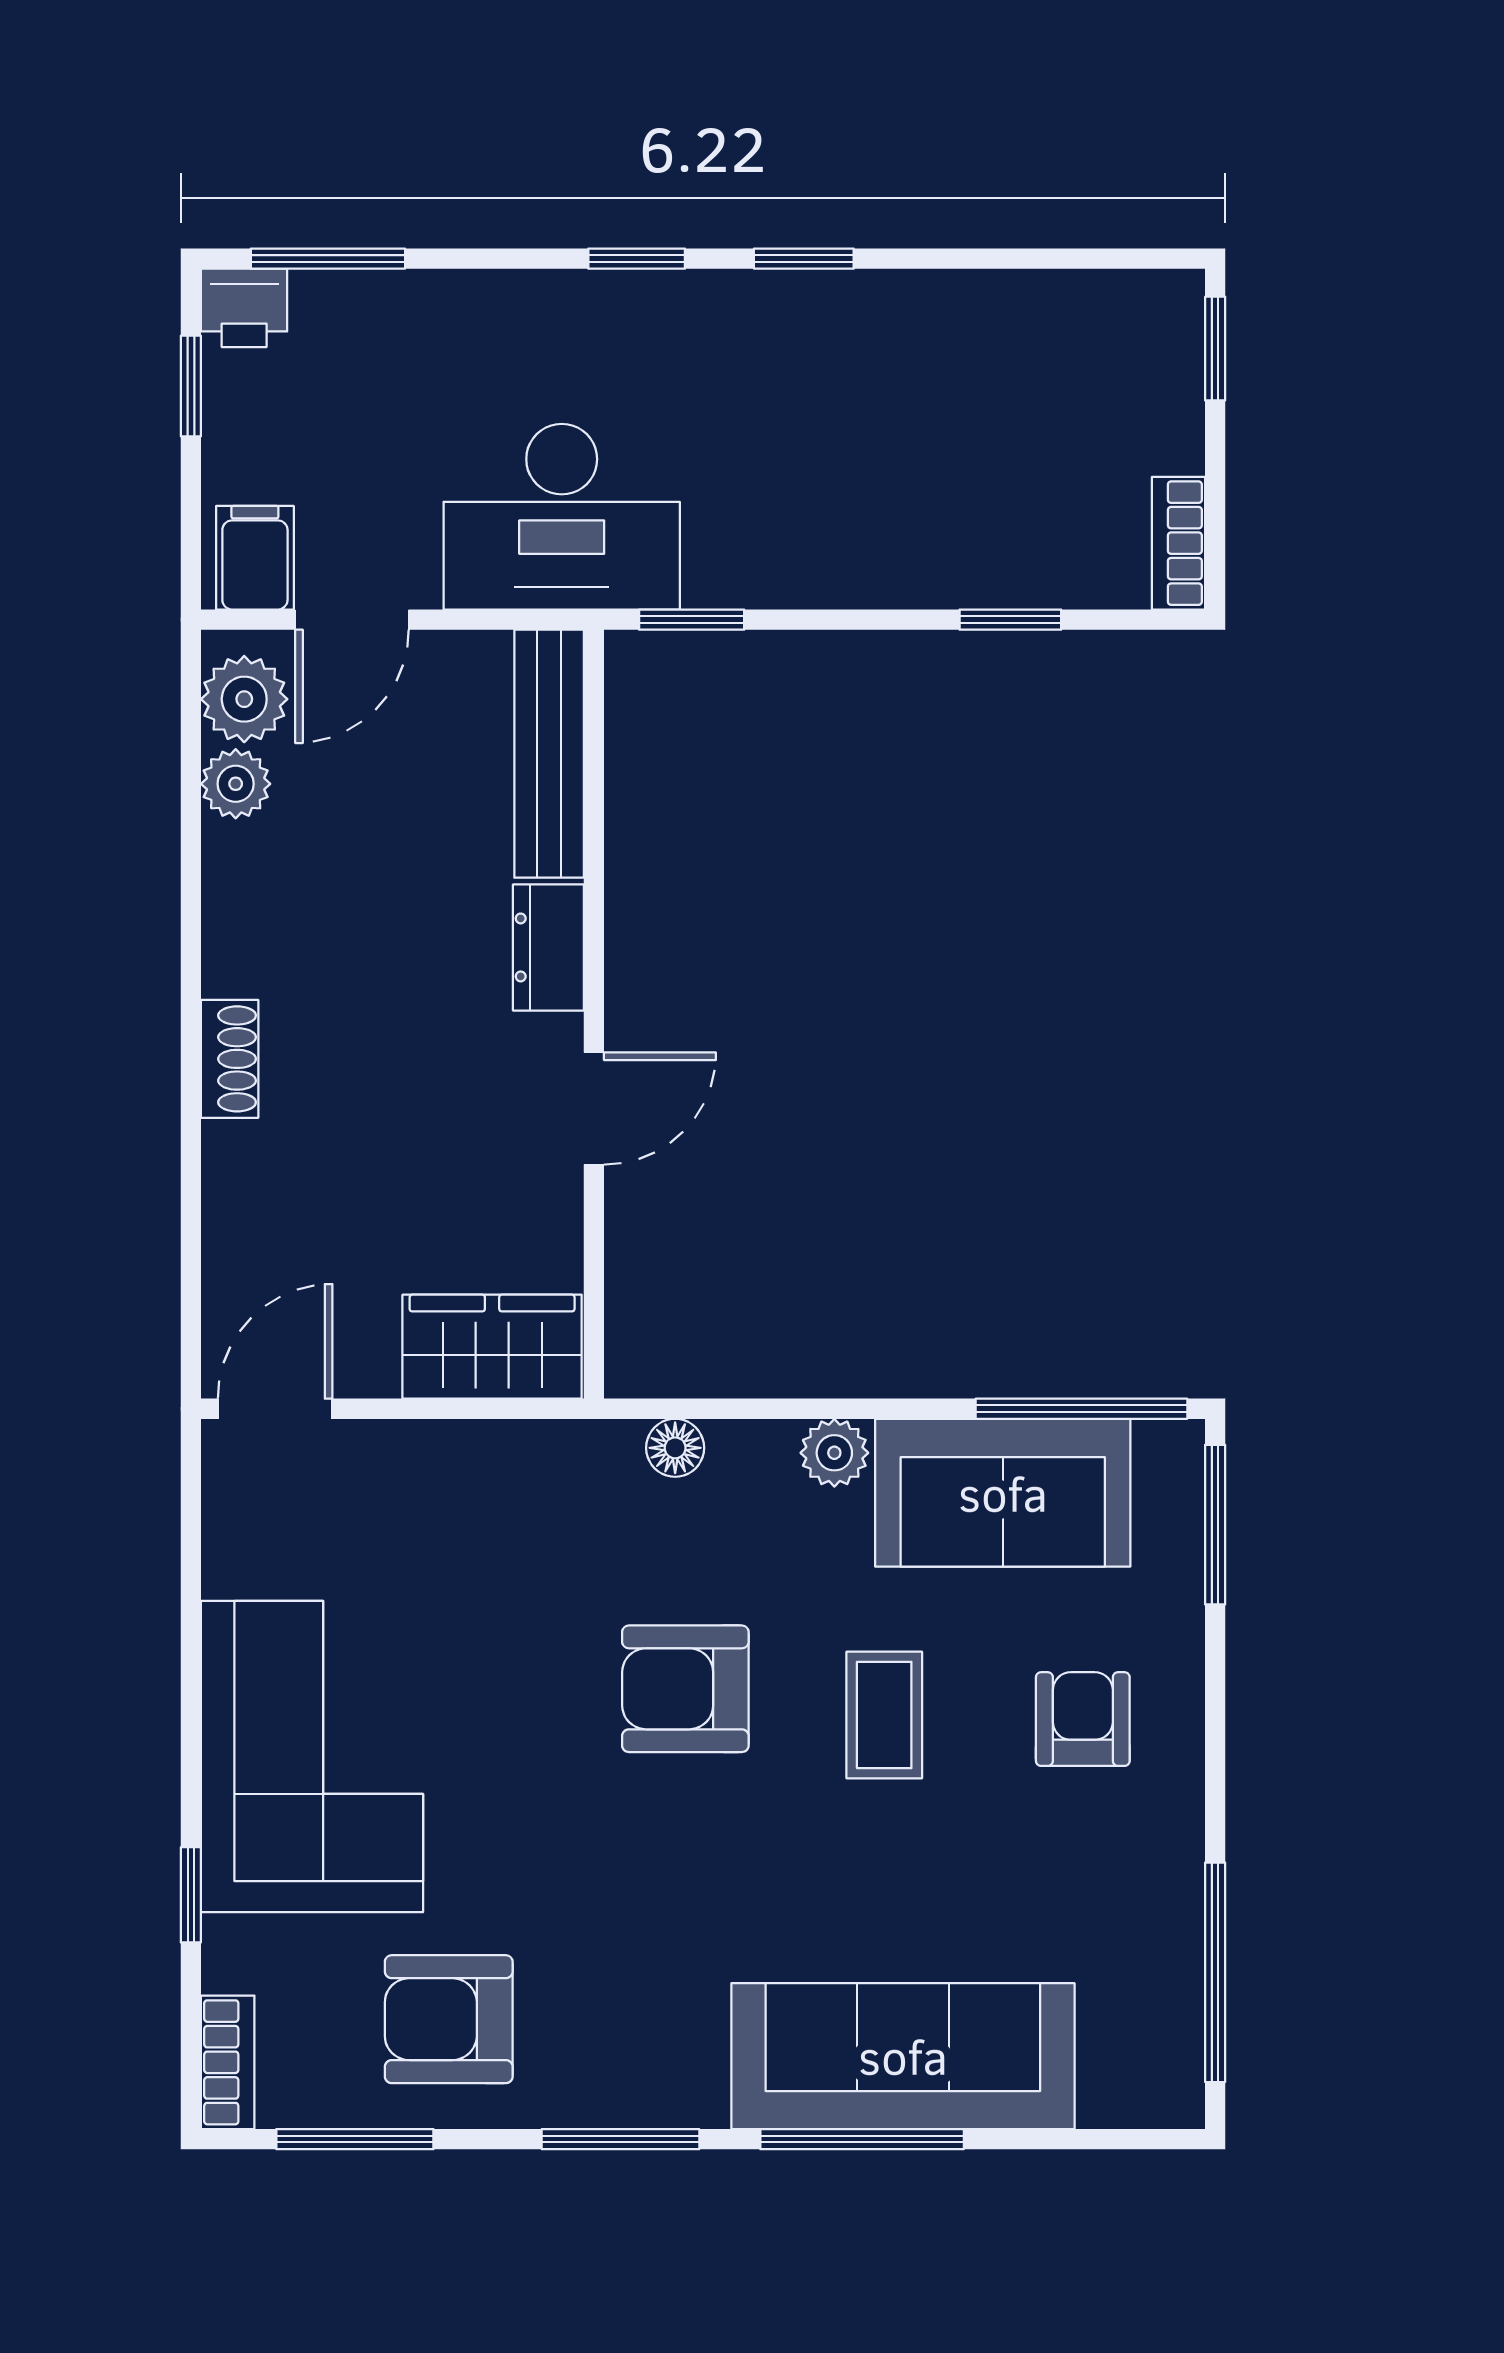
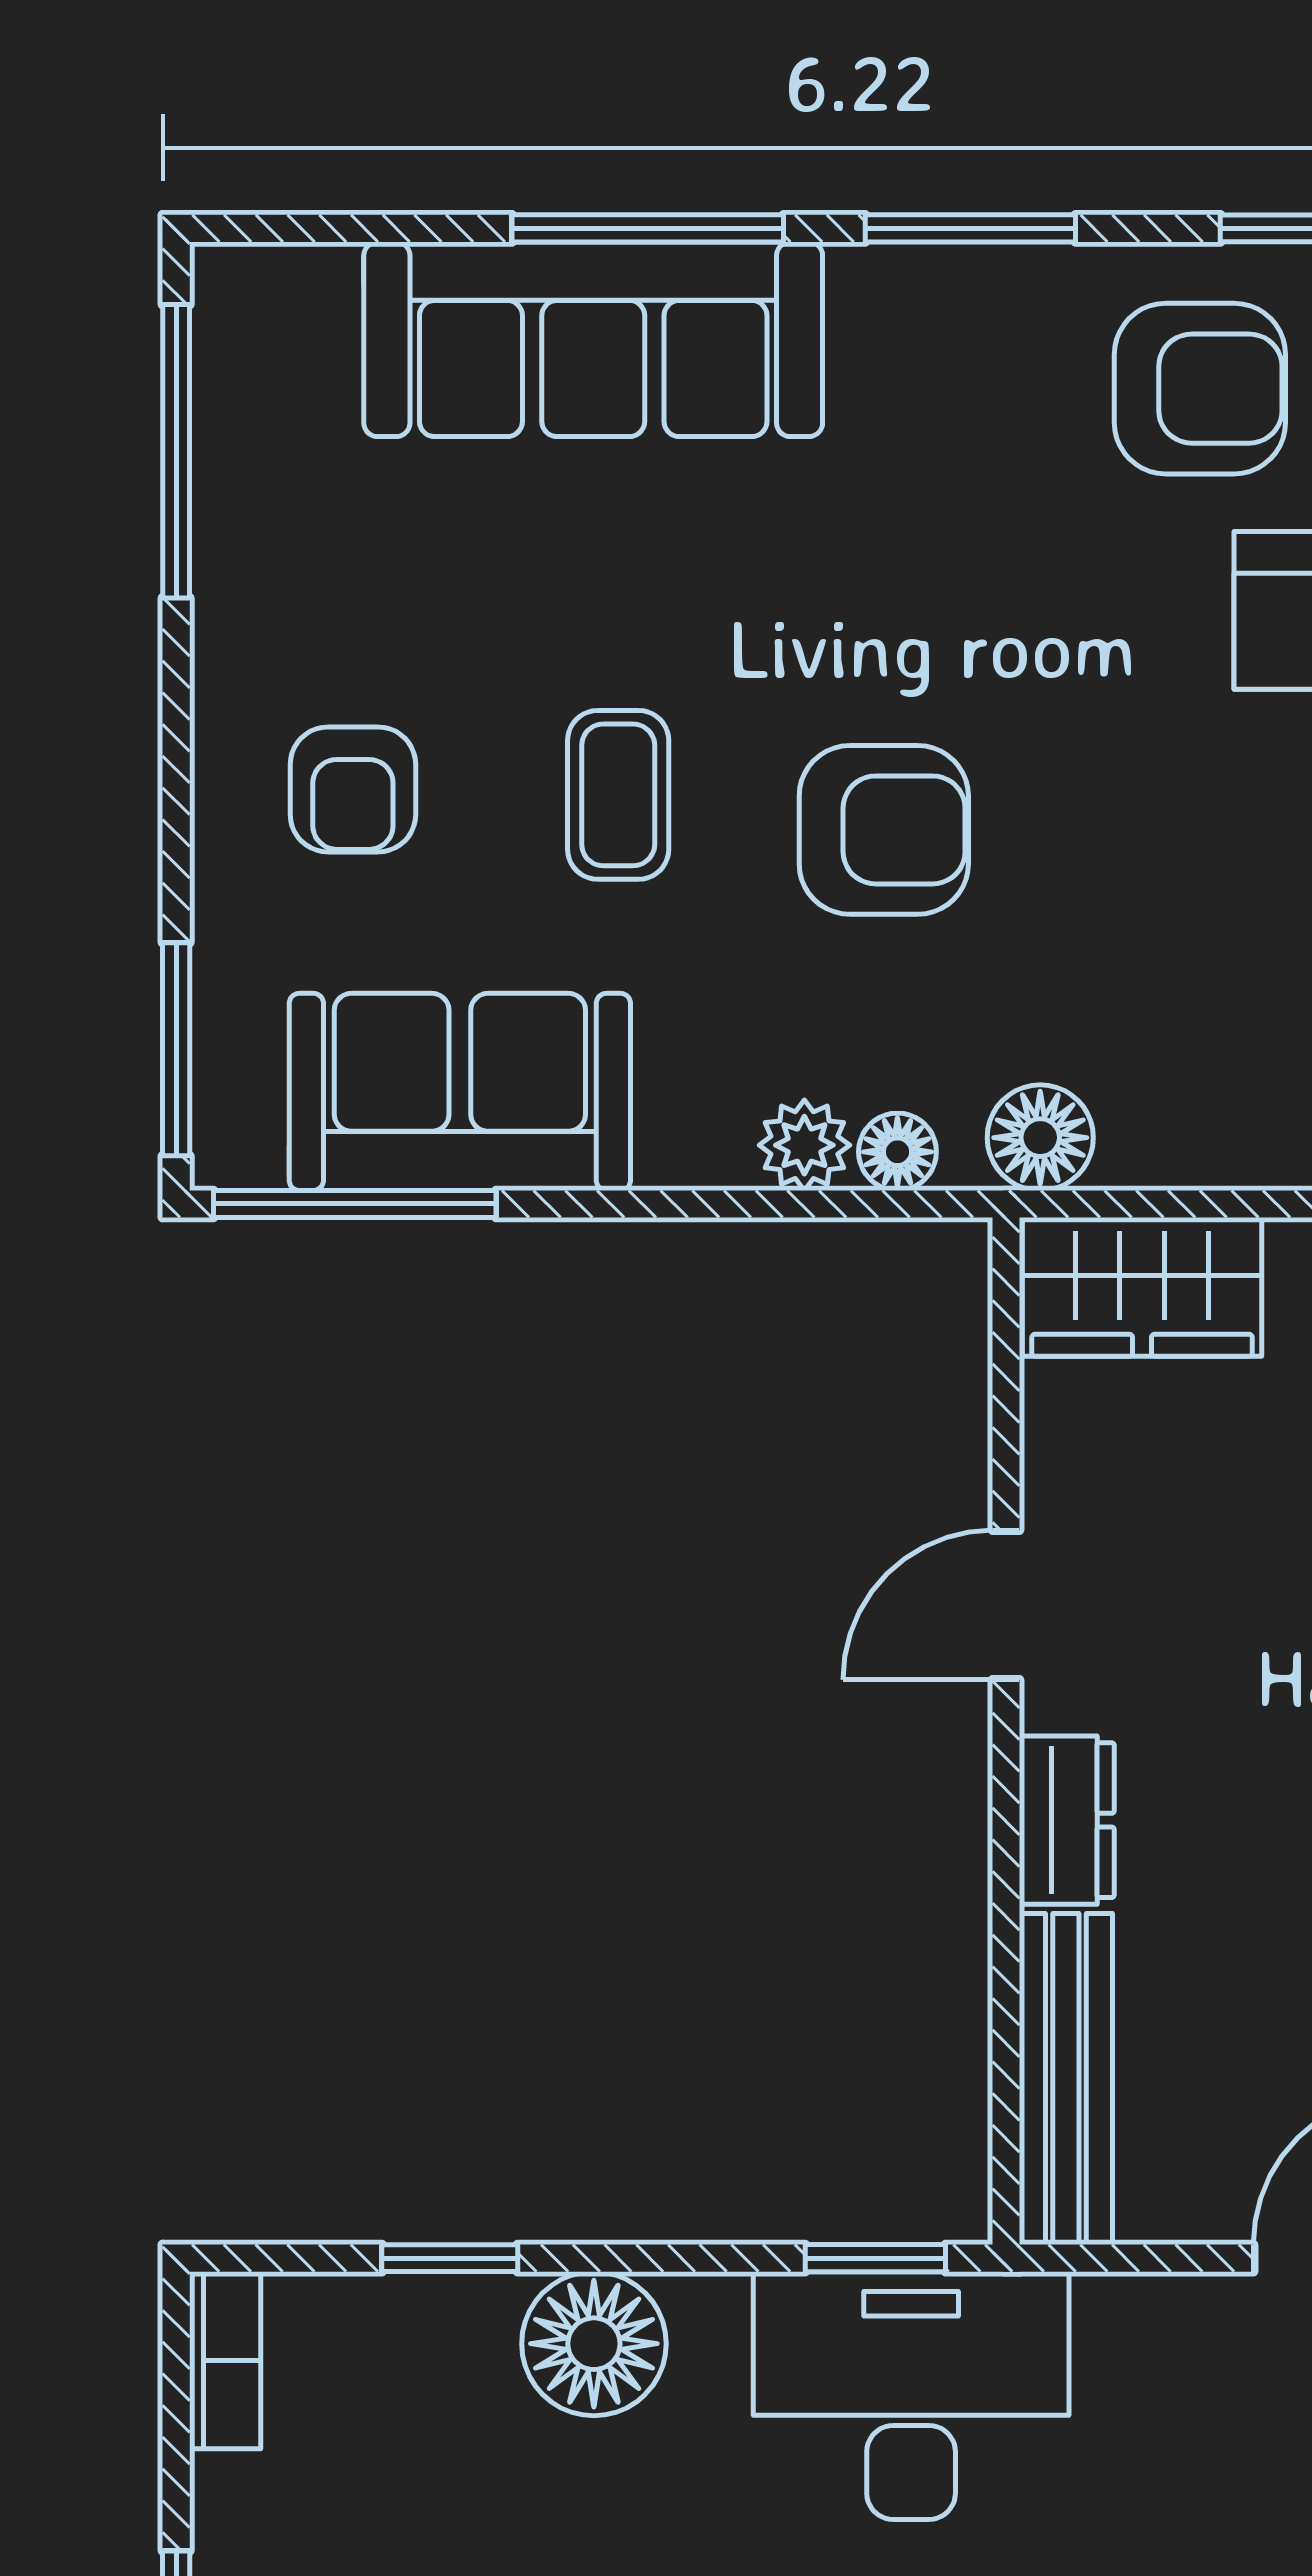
desk: (562, 517) -> (911, 2396), moved
floor lamp: (902, 555) -> (594, 2344), added
plant: (834, 1453) -> (804, 1145), moved
floor lamp: (568, 1458) -> (1040, 1138), added

